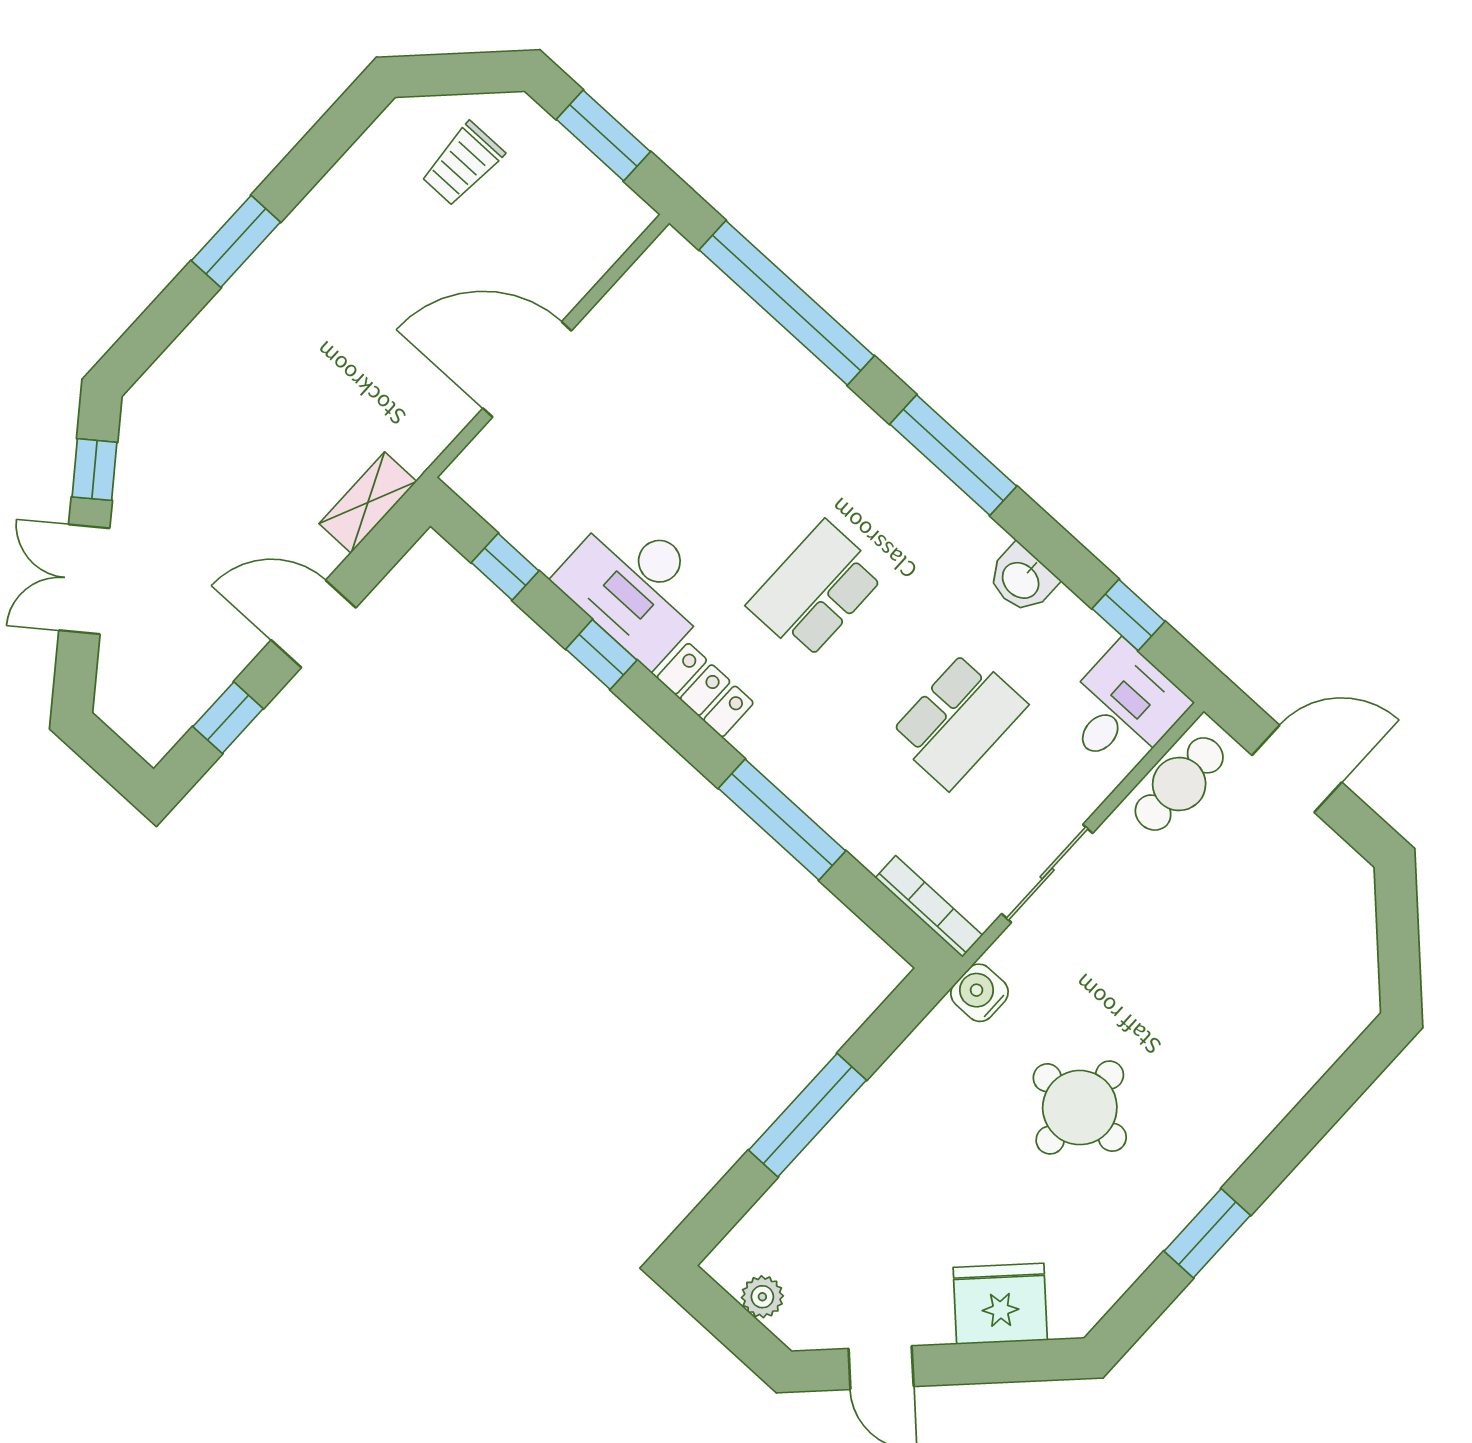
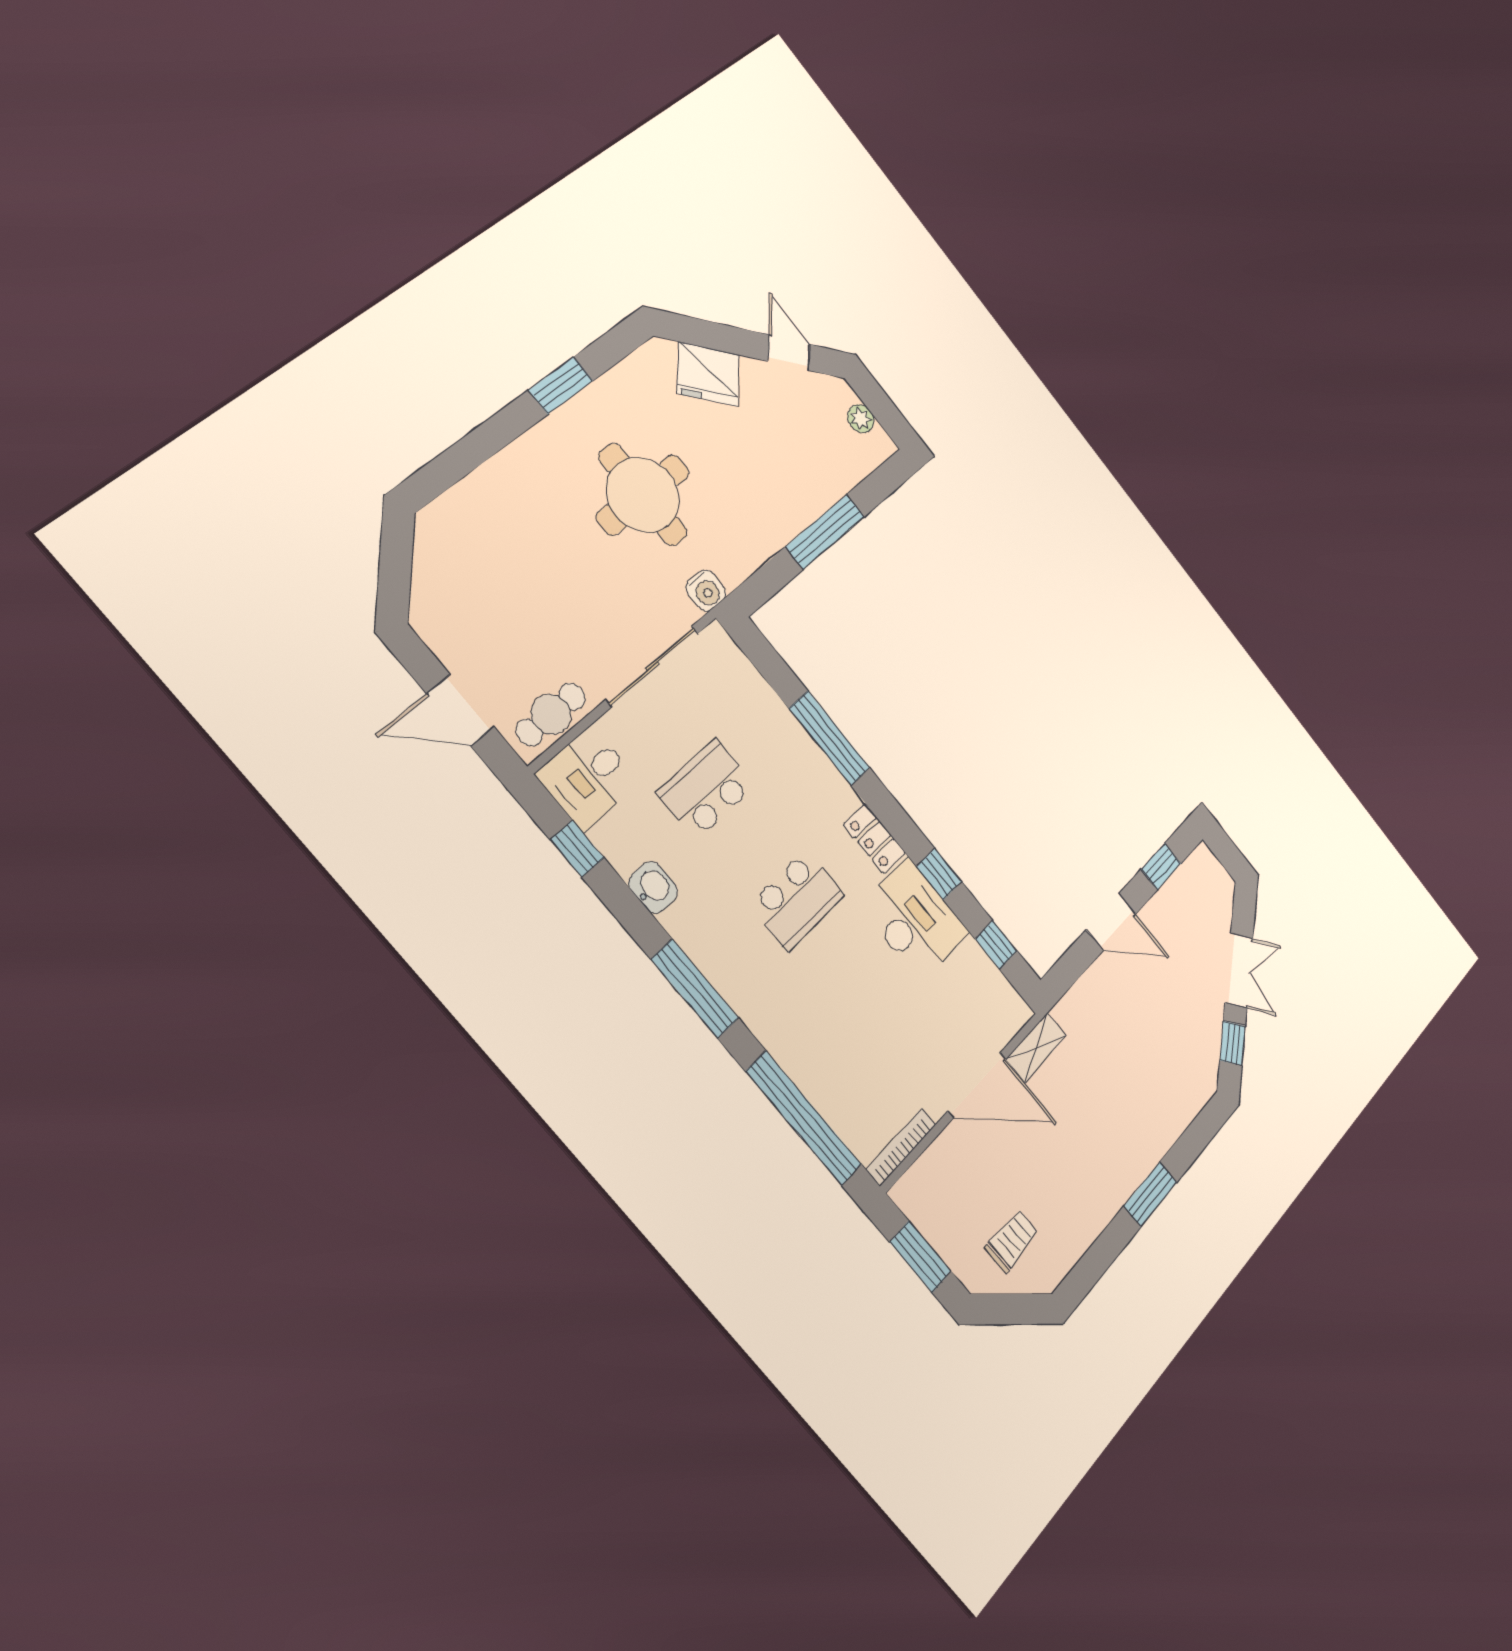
shelving: (368, 502) -> (1036, 1047), moved
sliding door: (1047, 873) -> (652, 666), width x1.37
bookcase: (929, 906) -> (901, 1147), moved, turned 90
round table: (1080, 1108) -> (643, 495), width x1.36, depth x1.36

